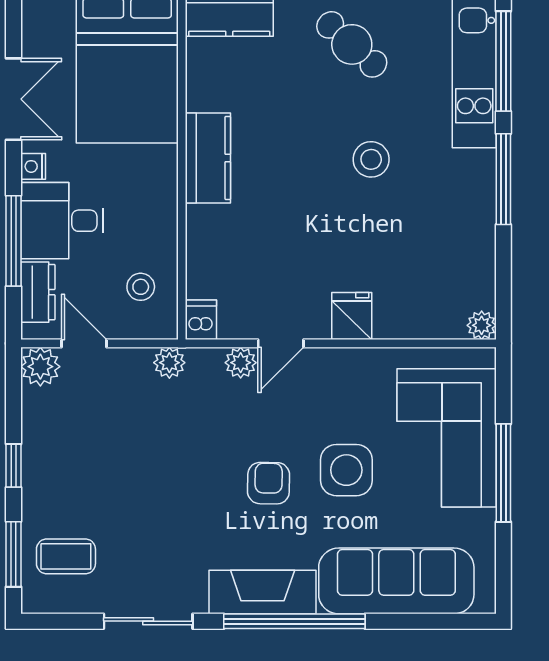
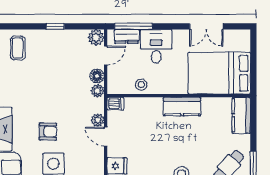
nightstand: (33, 166) -> (179, 34), removed
window: (13, 241) -> (134, 26), moved
stool: (141, 287) -> (141, 85), moved
floor lamp: (134, 364) -> (97, 76), added
window: (13, 554) -> (19, 26), removed

